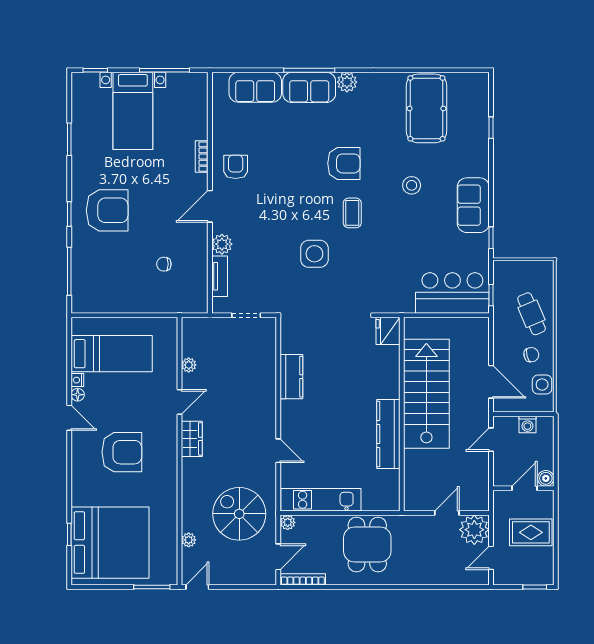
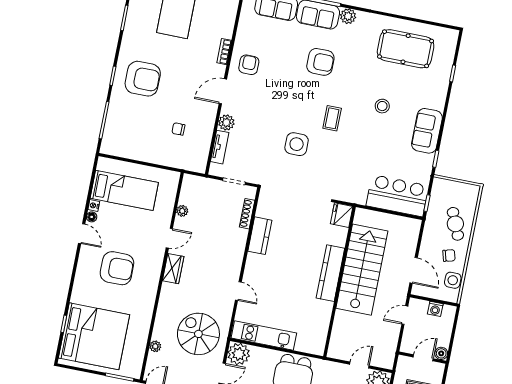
pool table: (426, 108) -> (406, 49), turned 90
armchair: (344, 163) -> (320, 62), moved
shoe rack: (270, 352) -> (247, 214), added
kitchen counter: (388, 434) -> (330, 273), moved
plant: (288, 522) -> (239, 354), width x1.88, depth x1.88

